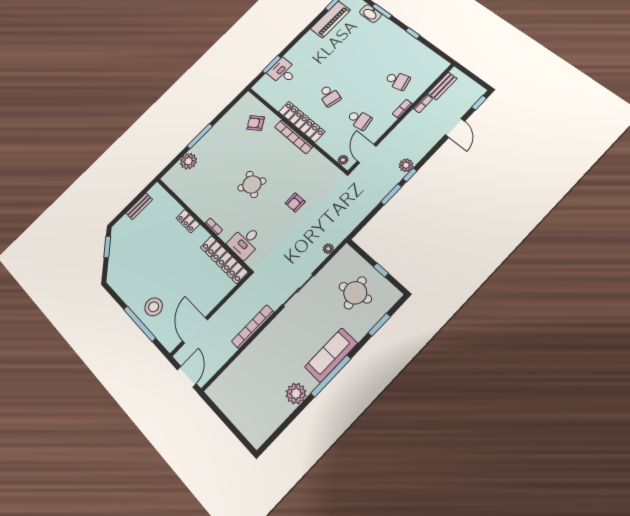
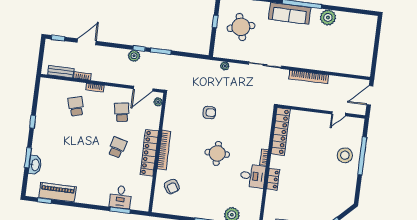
round table: (252, 184) -> (217, 153), turned -31
desk: (245, 242) -> (253, 176), moved
door: (195, 330) -> (339, 114), width x0.53

